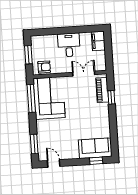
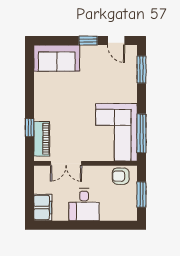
window: (96, 161) -> (88, 41), moved

